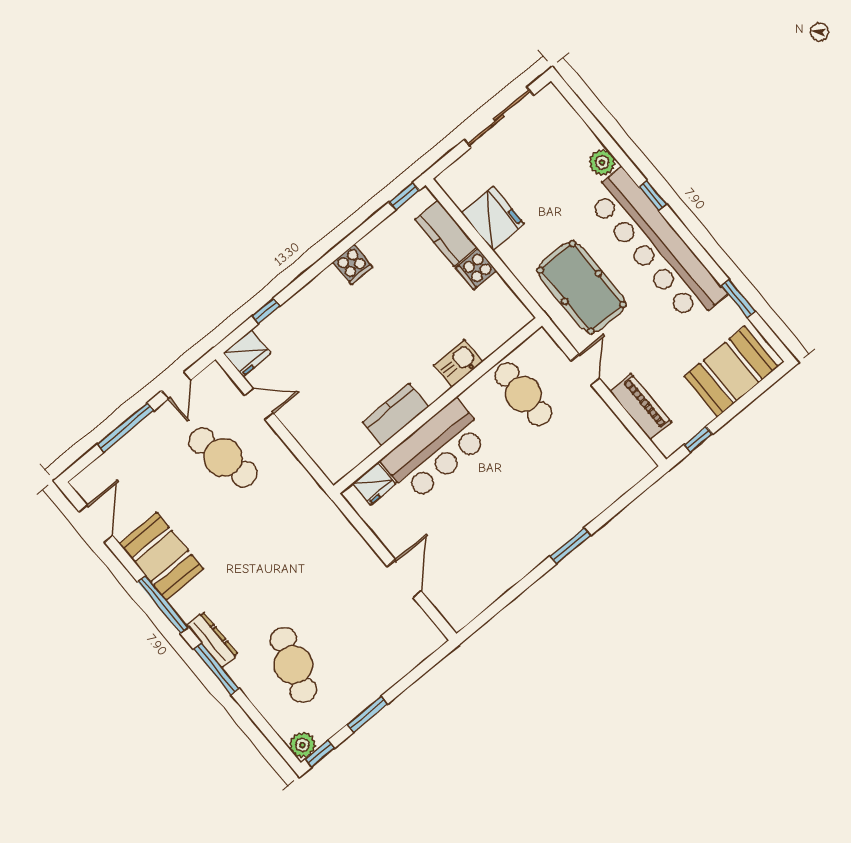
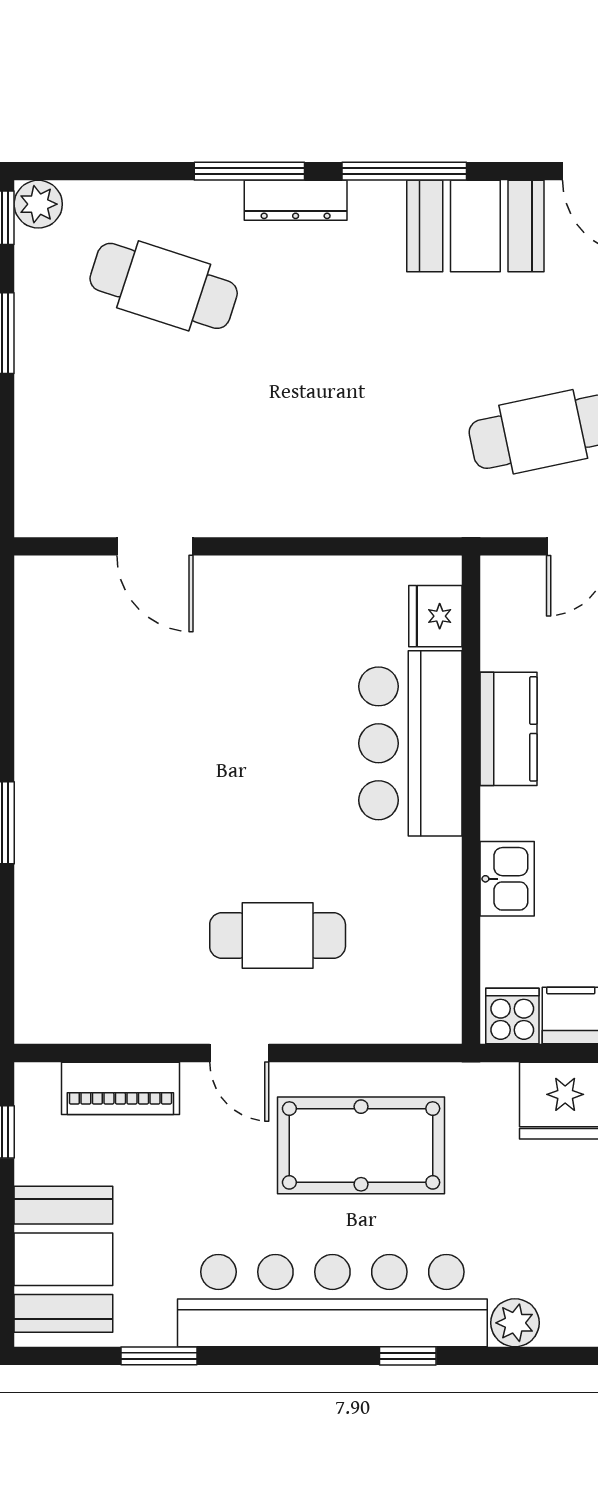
kitchen sink: (458, 363) -> (507, 879), moved
wall: (438, 406) -> (471, 800), moved
kitchen counter: (396, 415) -> (508, 729), moved
bar counter: (435, 450) -> (410, 743), moved
fridge: (374, 484) -> (435, 616), moved

